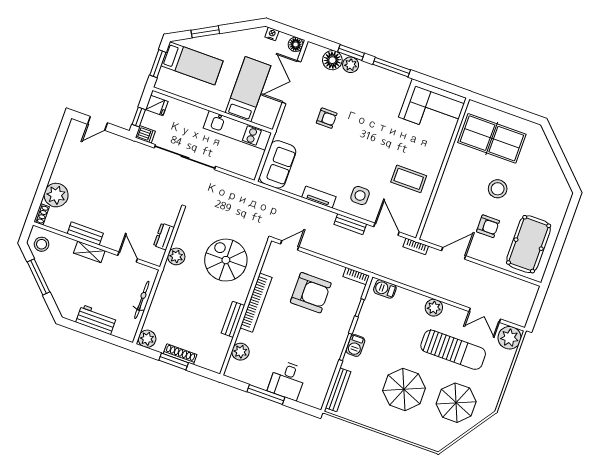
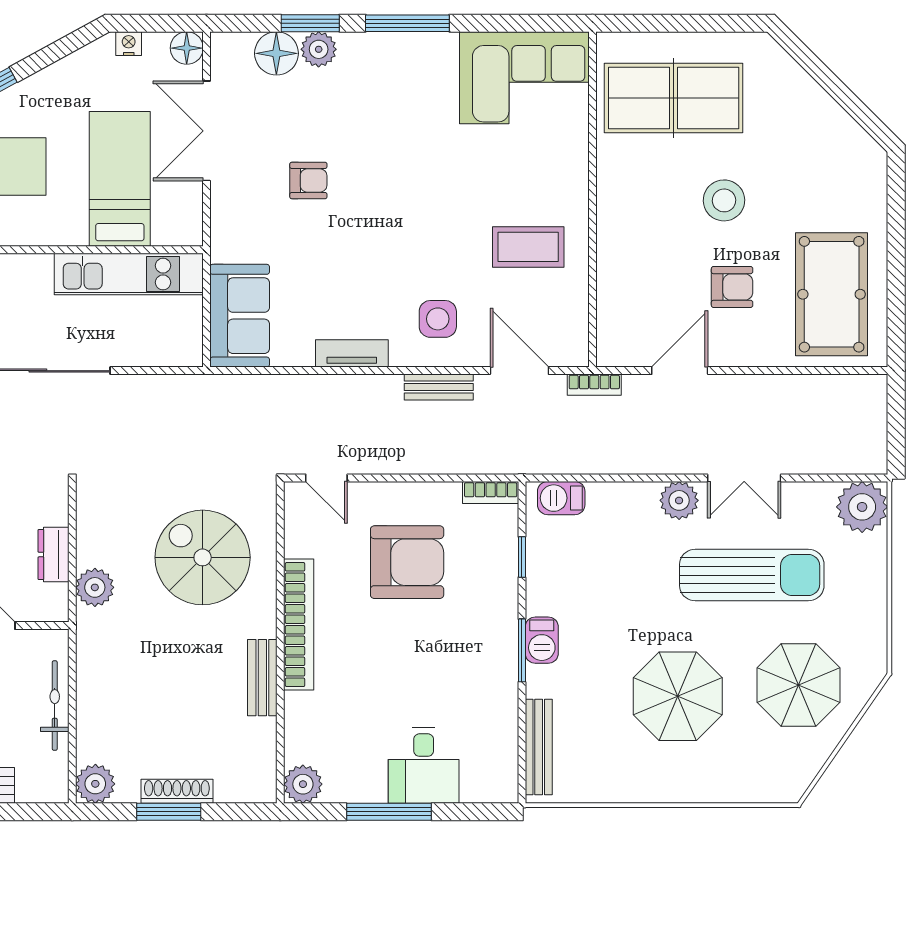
door: (290, 245) -> (326, 478), swing flipped
double door: (485, 315) -> (744, 478), moved
plant: (240, 352) -> (303, 784), moved

